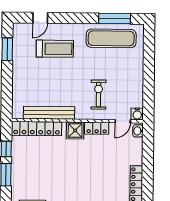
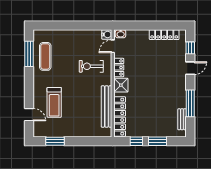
exercise mat: (111, 38) -> (45, 56), width x0.73, depth x0.69
treadmill: (55, 49) -> (54, 102), turned 180
door: (123, 121) -> (113, 46), swing flipped

